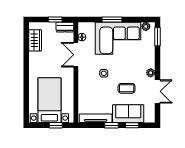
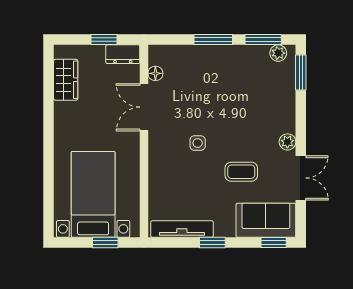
window: (138, 19) -> (263, 40), added
corner sofa: (118, 38) -> (225, 76), removed
sofa: (128, 114) -> (266, 220), moved
window: (132, 125) -> (274, 243), moved

